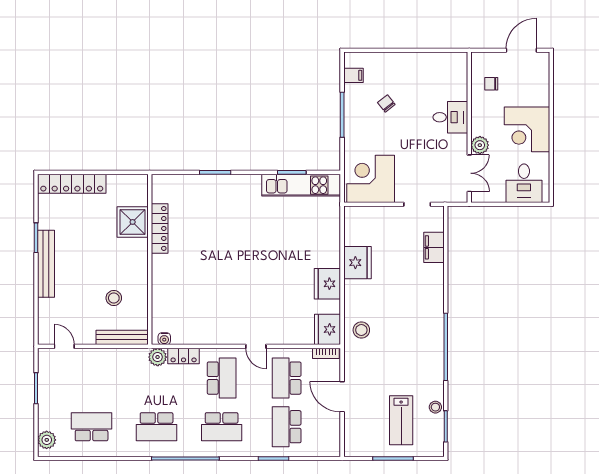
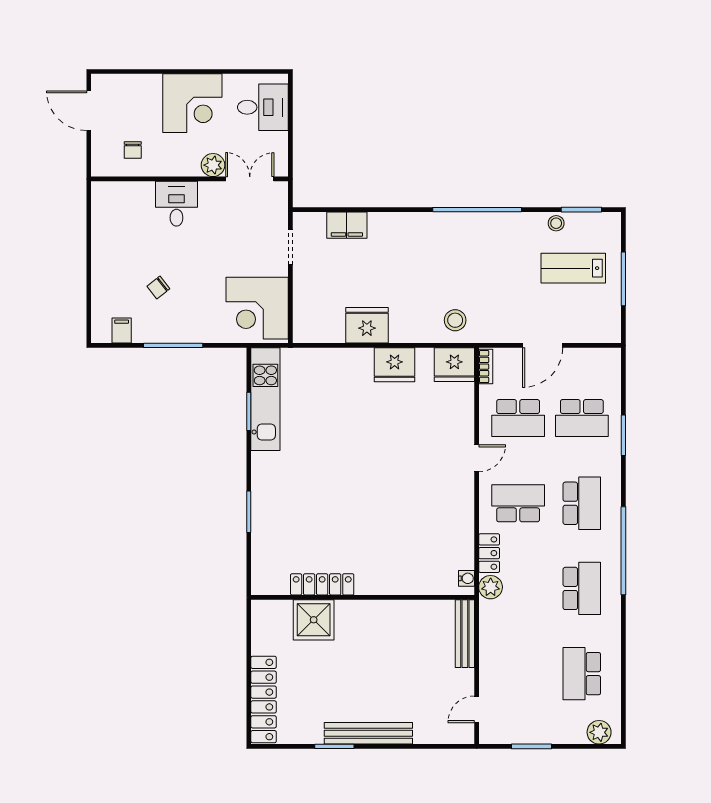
stool: (114, 298) -> (413, 644), removed
lab bench: (401, 420) -> (573, 268), turned 180

